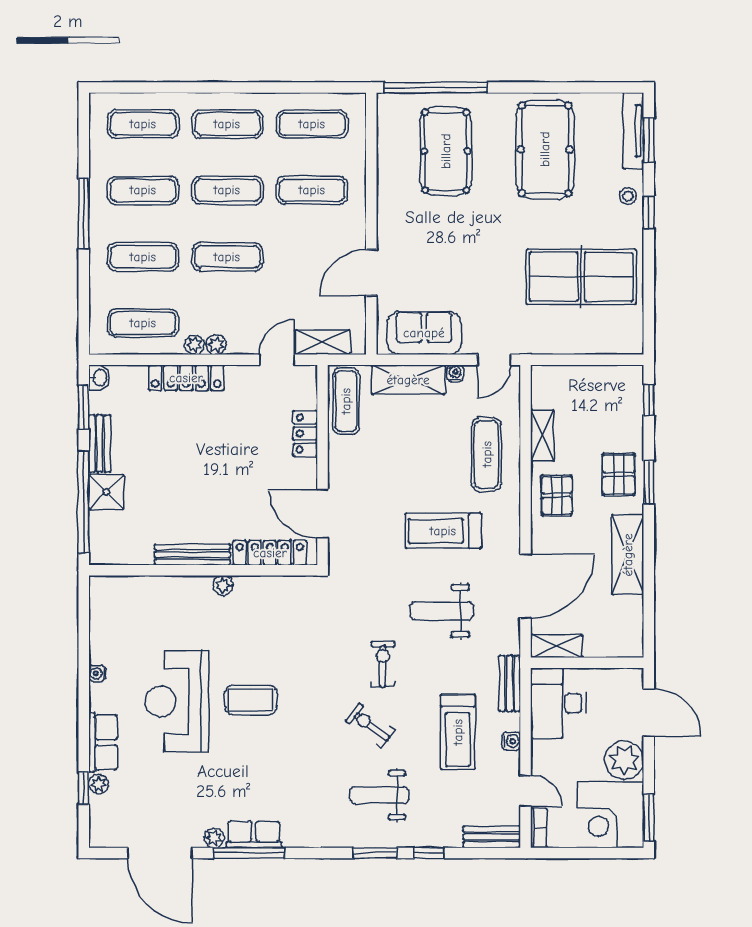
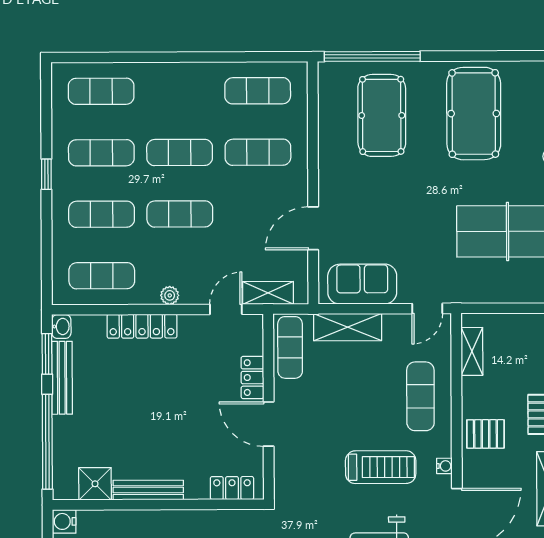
exercise mat: (227, 124) -> (179, 91), removed
window: (84, 213) -> (46, 174), width x0.46
plant: (194, 345) -> (149, 296), removed
water cooler: (455, 373) -> (444, 466), moved, turned 90
shelving: (542, 435) -> (472, 351), moved
bench: (100, 444) -> (62, 378), width x1.36
shower: (106, 492) -> (95, 484), moved
pallet: (557, 495) -> (485, 434), turned 90
door: (323, 514) -> (269, 424), moved
treadmill: (443, 531) -> (381, 467), turned 180
locker: (270, 553) -> (232, 488), width x0.66
plant: (223, 585) -> (177, 518), removed
water cooler: (101, 588) -> (64, 521), added

